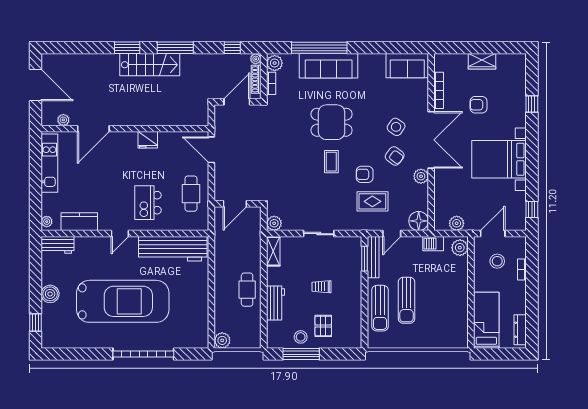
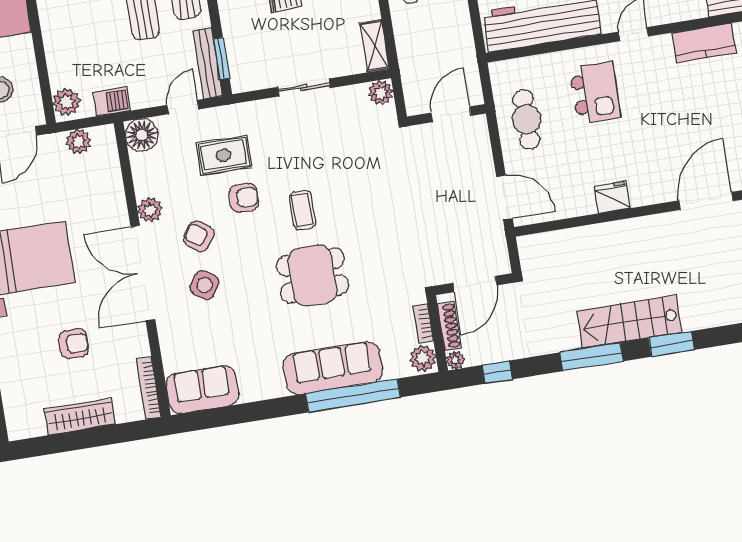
wardrobe: (482, 61) -> (80, 417), width x1.50
bookcase: (439, 90) -> (149, 388), moved

